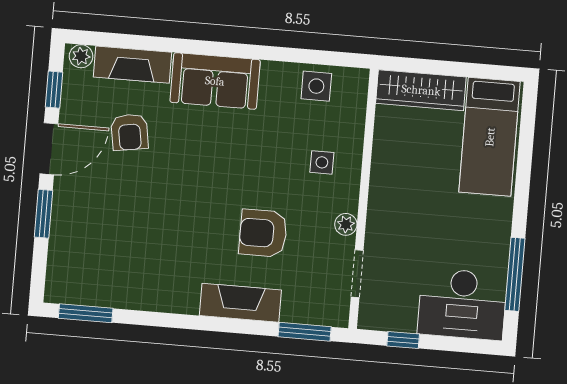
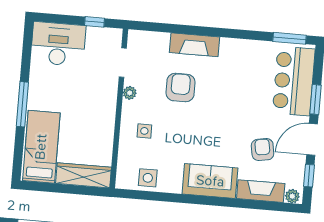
armchair: (263, 233) -> (180, 88), turned -90
bar counter: (79, 244) -> (294, 81), added
window: (515, 274) -> (22, 104), moved
window: (305, 332) -> (155, 27), removed

